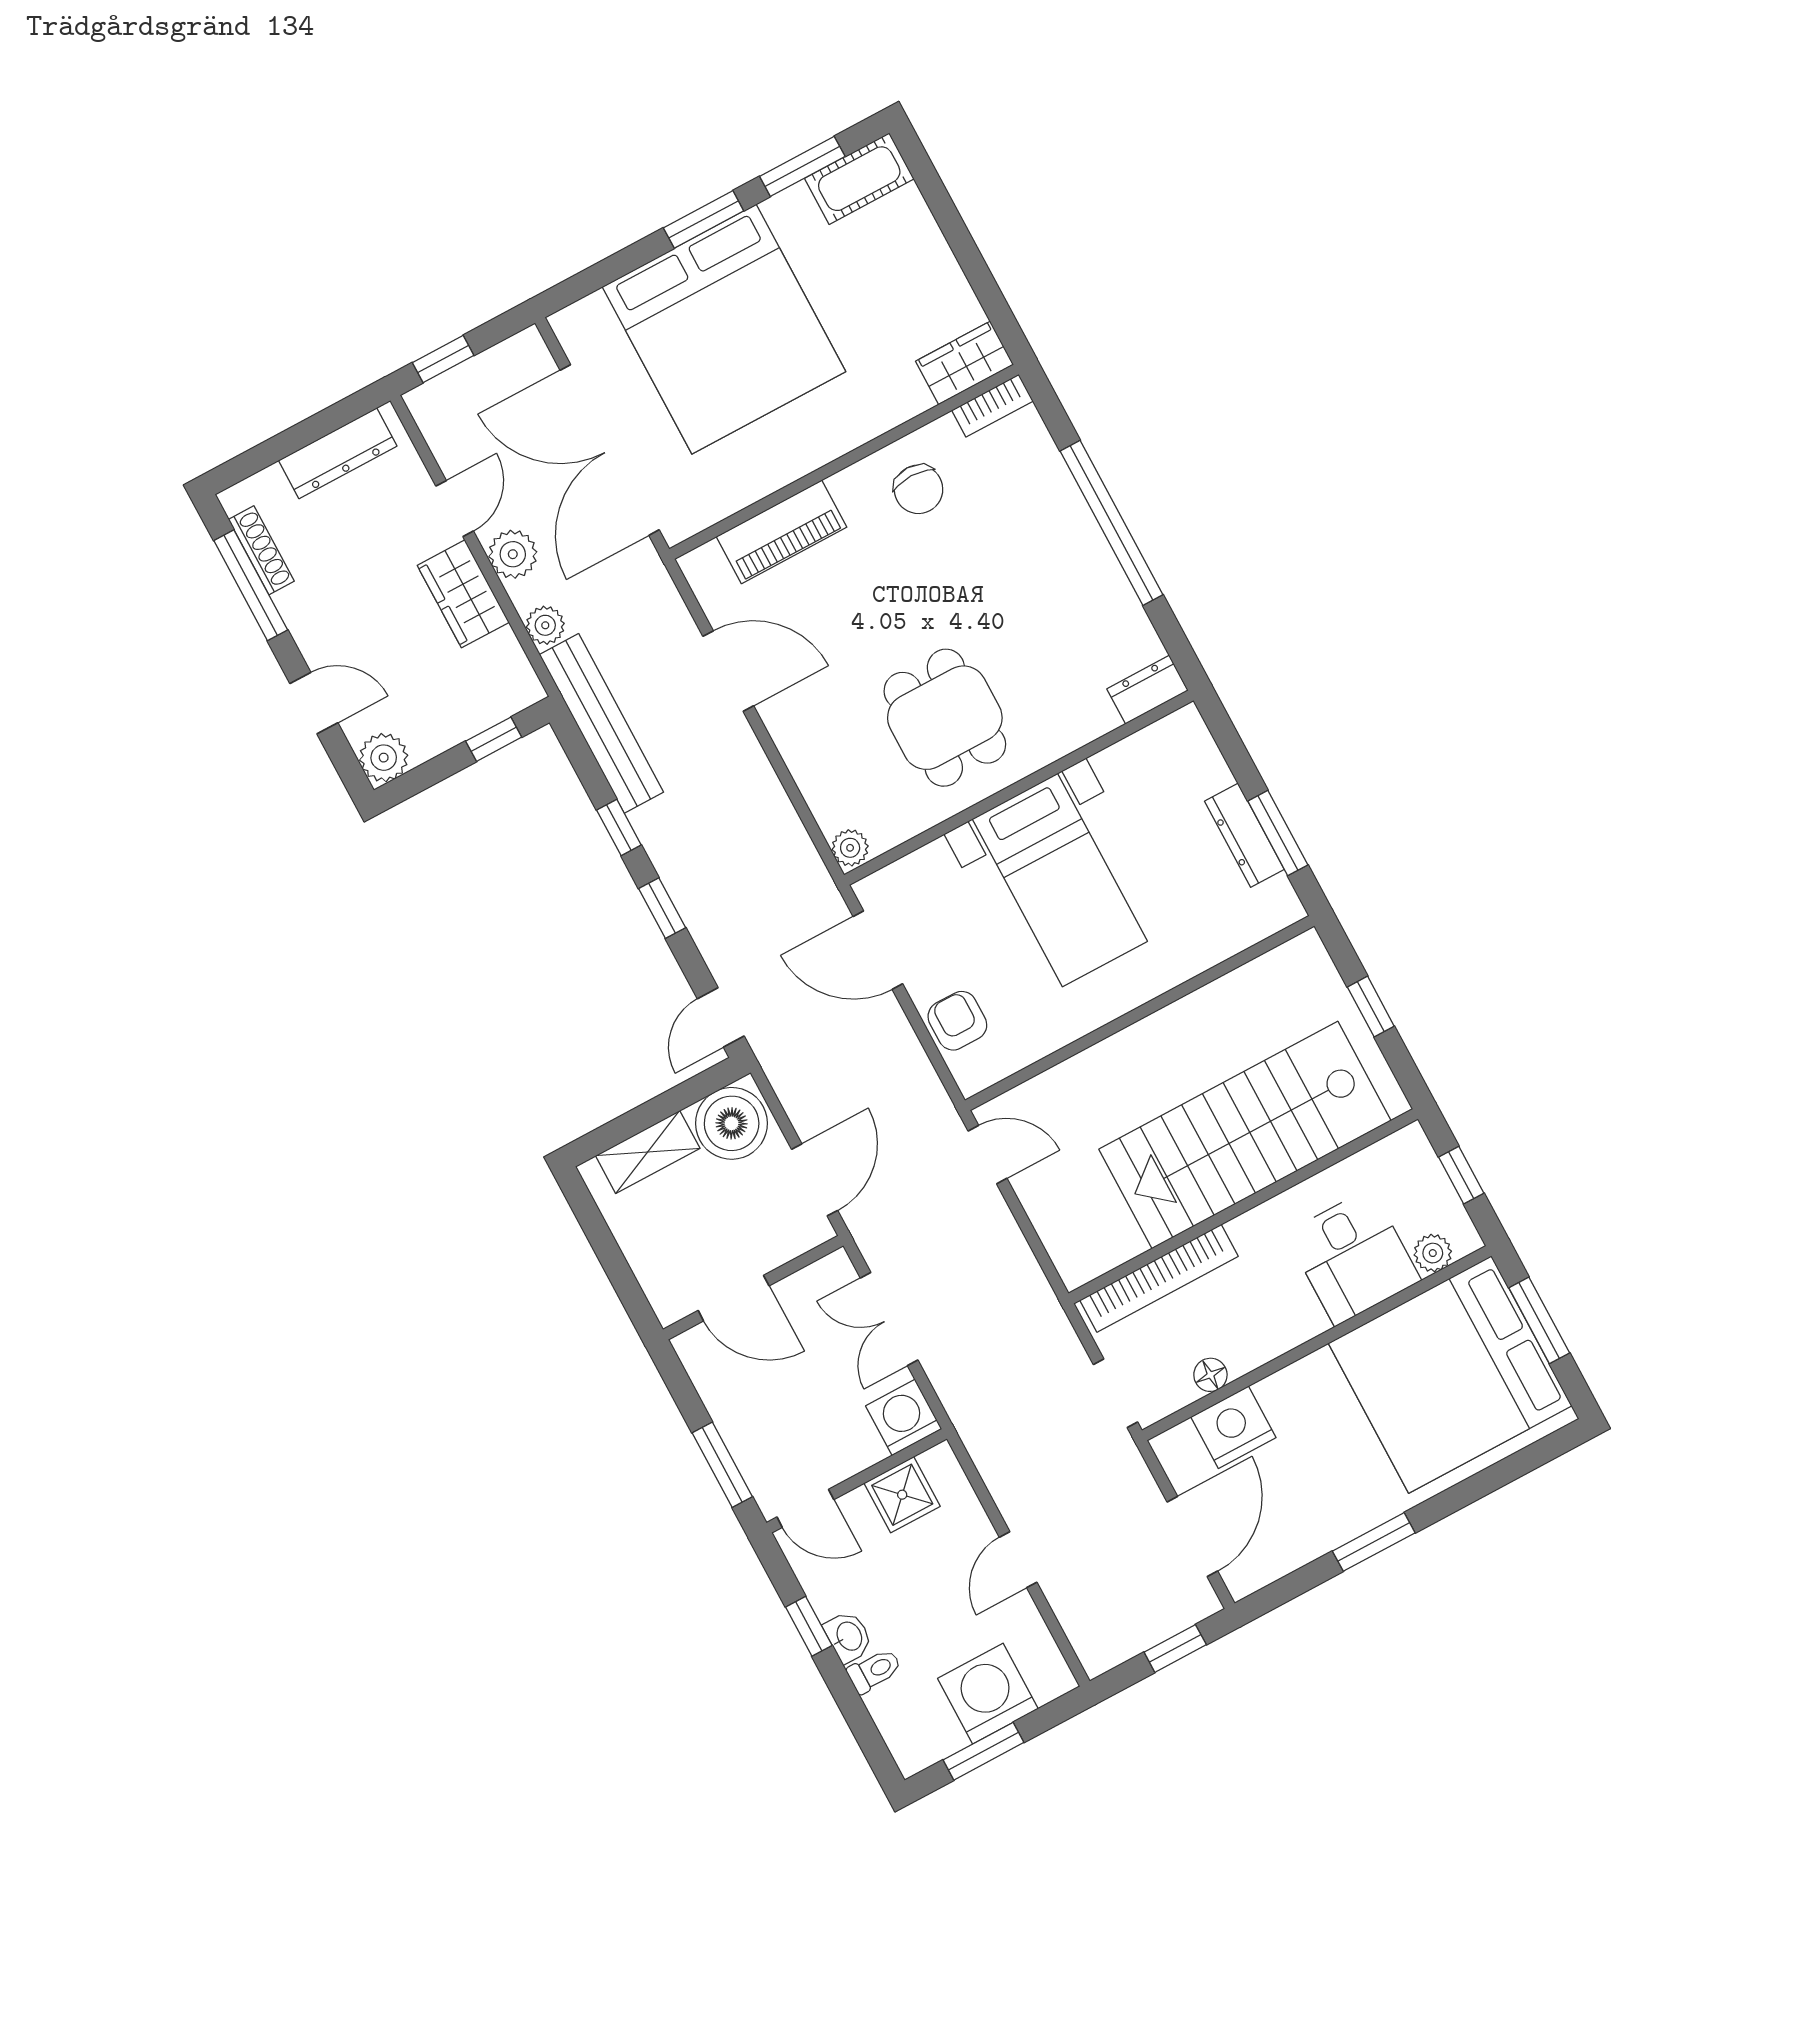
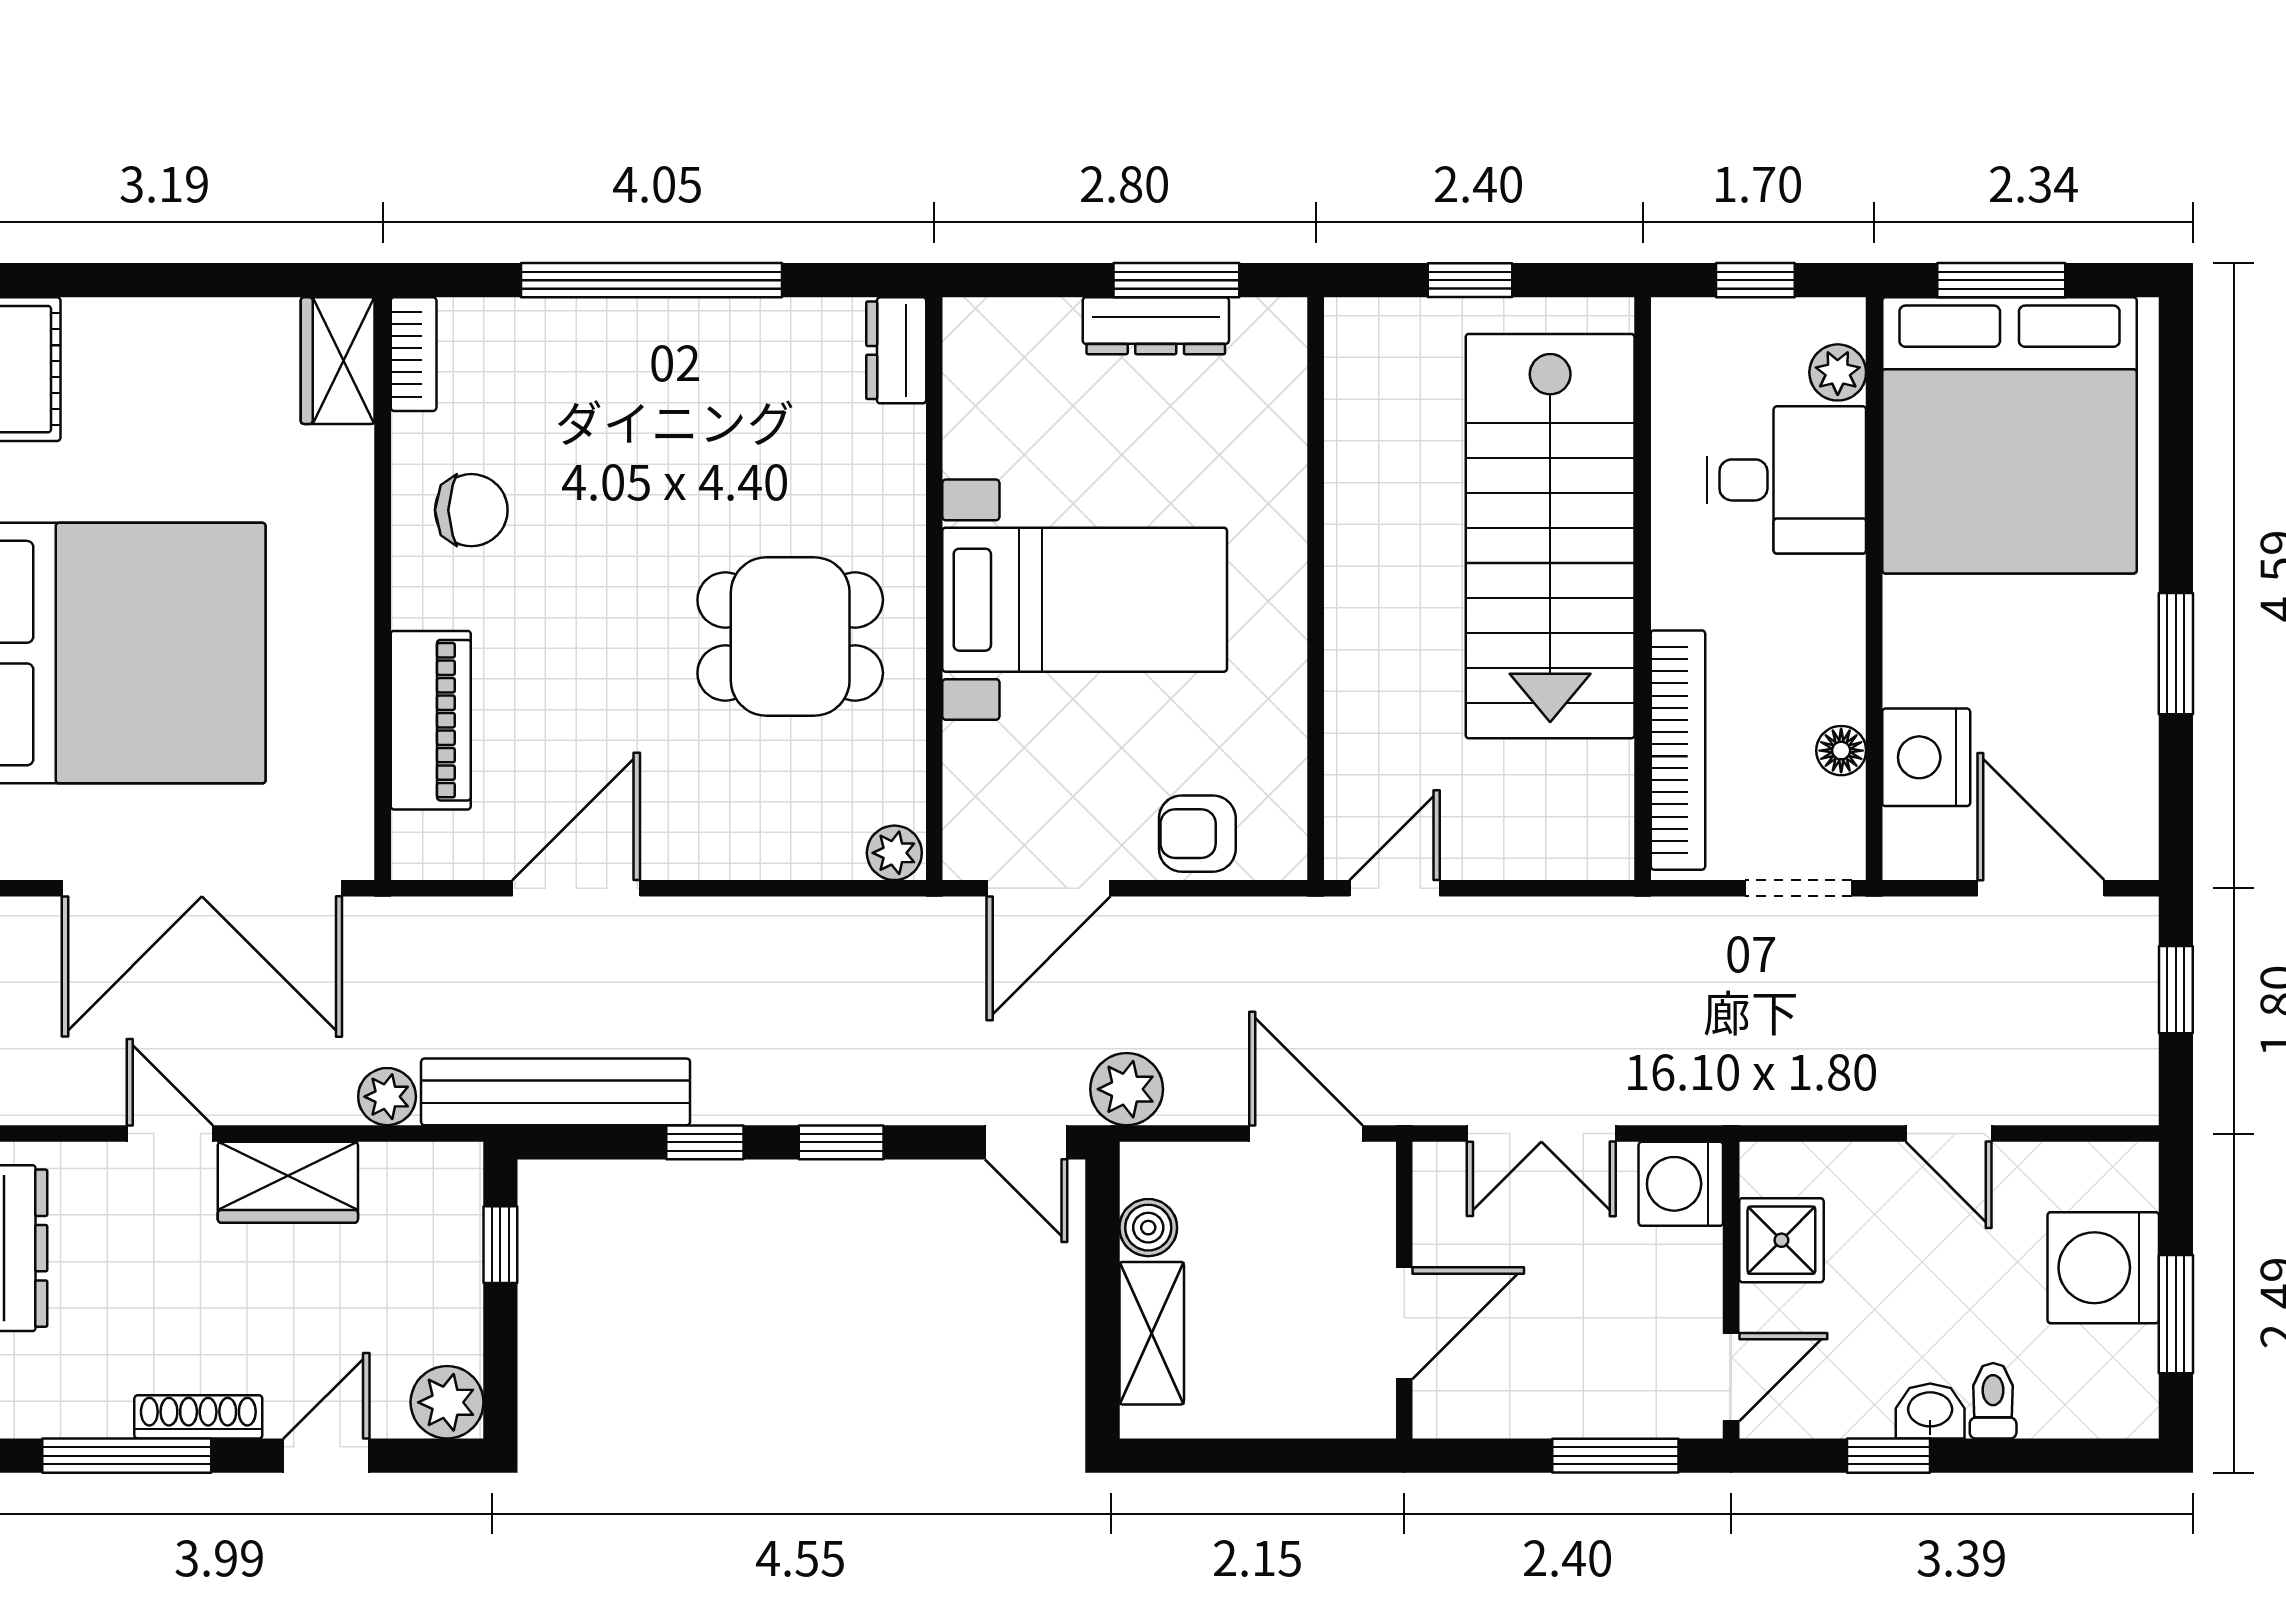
shoe rack: (261, 550) -> (198, 1417), moved
plant: (513, 554) -> (1127, 1089), moved
boiler: (732, 1123) -> (1148, 1228), width x0.54, depth x0.54

